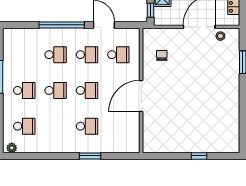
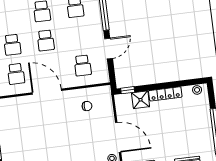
school desk: (87, 55) -> (16, 74), moved

